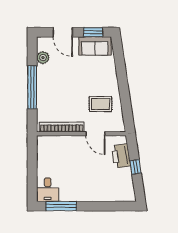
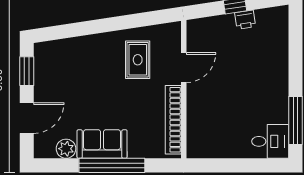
sofa: (95, 46) -> (102, 144), moved, turned -90
printer: (121, 156) -> (245, 20), moved, width x0.53, depth x0.68

